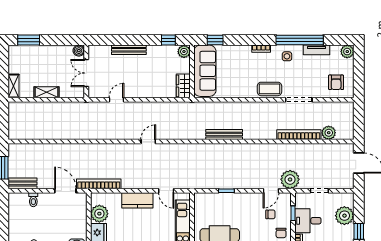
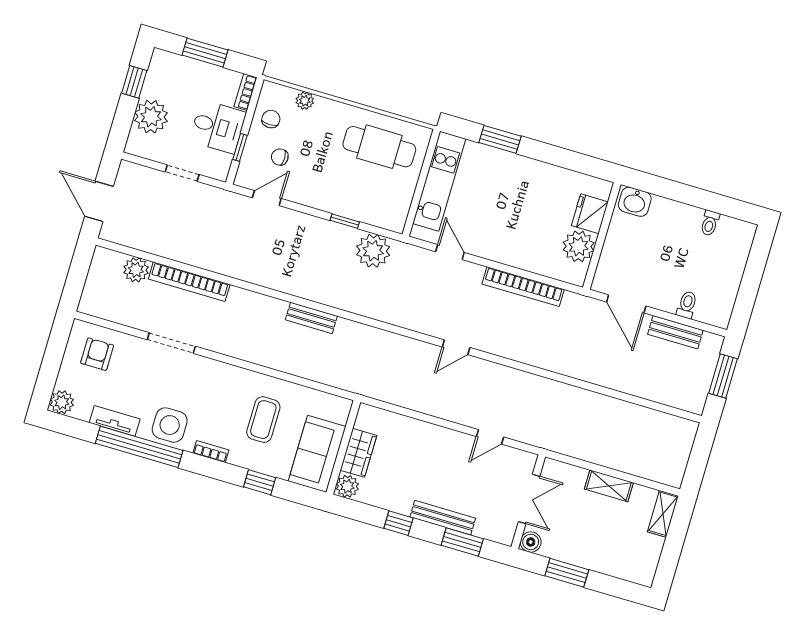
window: (29, 40) -> (567, 573), moved
window: (115, 40) -> (462, 542), added
window: (168, 40) -> (399, 523), moved
window: (215, 40) -> (260, 482), moved
side table: (287, 56) -> (170, 425), width x1.87, depth x1.87
sofa: (205, 71) -> (317, 454), width x0.73
wardrobe: (183, 86) -> (358, 453), moved
coffee table: (269, 89) -> (263, 420), moved, turned 90
bench: (224, 135) -> (311, 318), width x0.73
plant: (290, 179) -> (373, 251), moved
bench: (23, 183) -> (675, 332), moved
bookcase: (99, 184) -> (523, 287), moved
kitchen counter: (137, 200) -> (505, 250), removed

